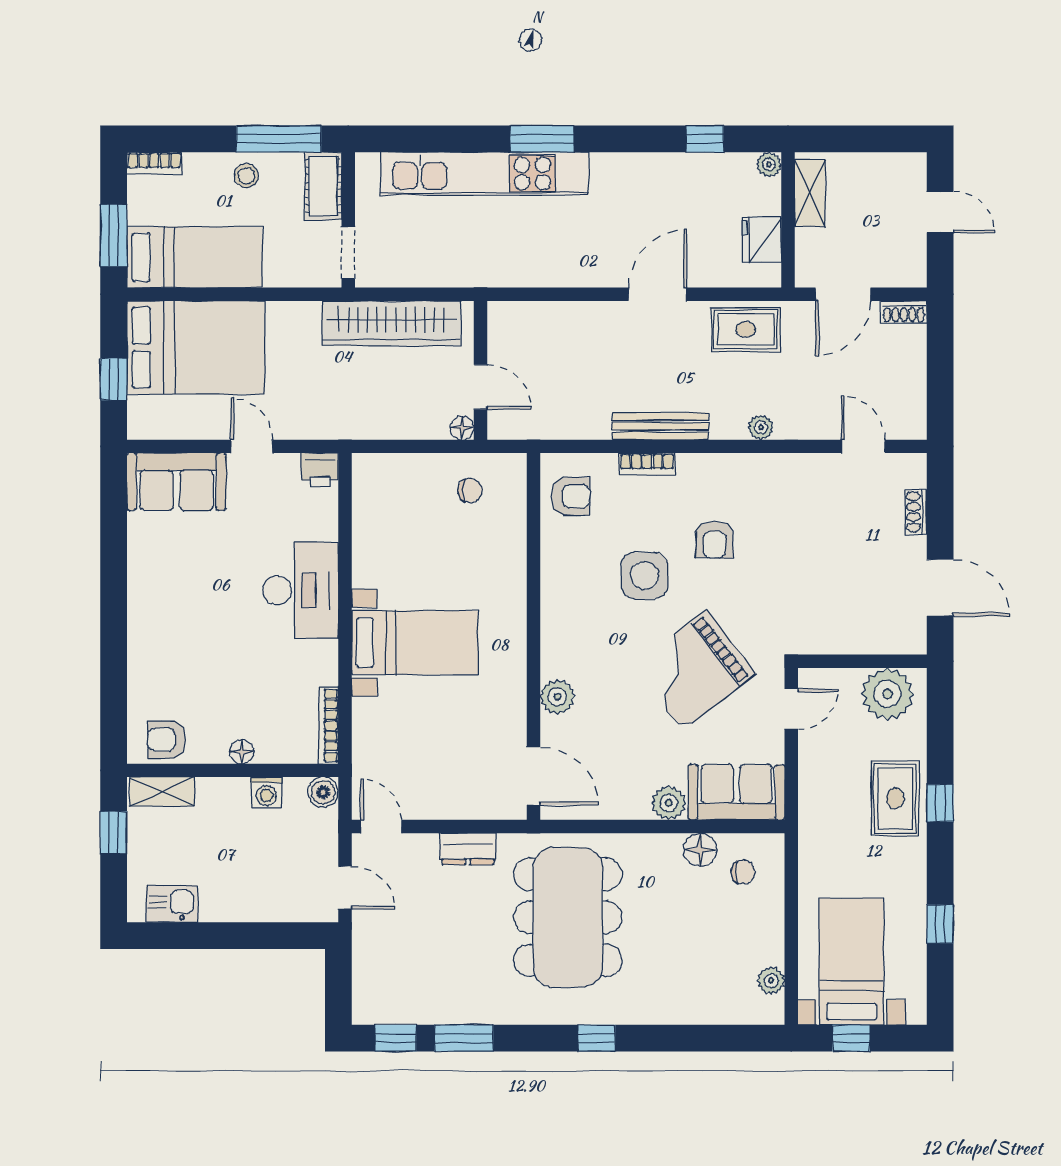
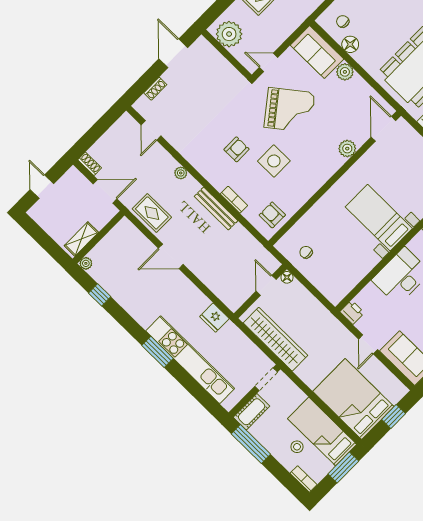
stool: (246, 176) -> (297, 447), moved
fridge: (762, 240) -> (214, 318), moved, turned 90

